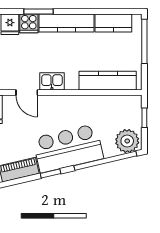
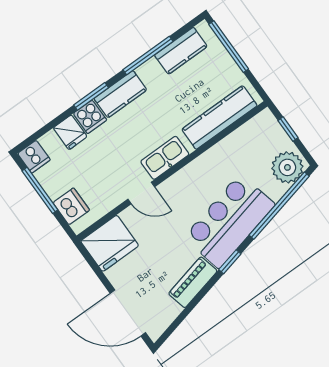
window: (91, 11) -> (148, 56), added
kitchen counter: (66, 23) -> (120, 94), width x0.67
kitchen sink: (52, 81) -> (165, 158), width x1.38

